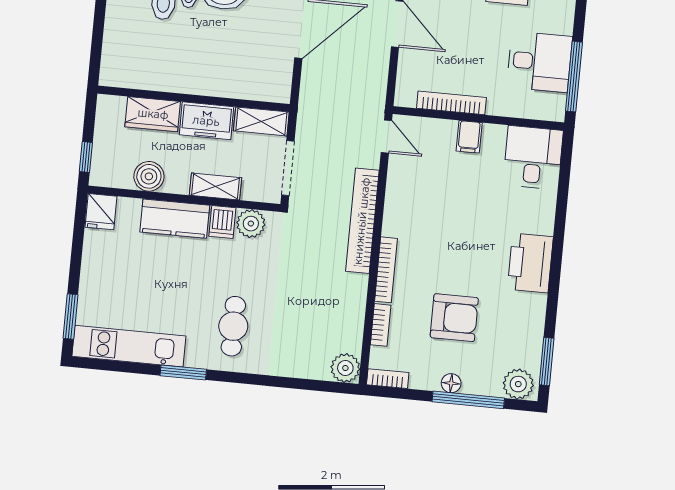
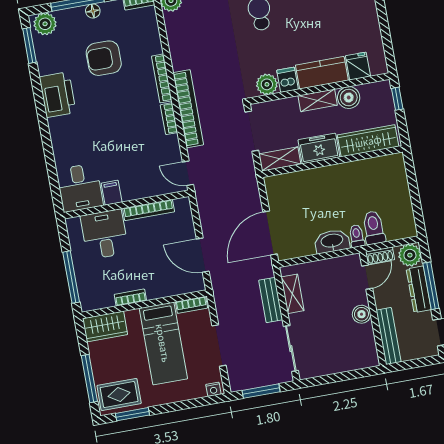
desk: (539, 62) -> (104, 234), moved, turned 90
window: (574, 77) -> (71, 277), moved
wardrobe: (153, 114) -> (368, 141), width x1.50
filing cabinet: (469, 137) -> (112, 193), moved
shelving: (216, 186) -> (318, 100), moved
fridge: (101, 212) -> (358, 66), moved
printer: (530, 263) -> (58, 95), moved
bookcase: (381, 325) -> (169, 119), moved

